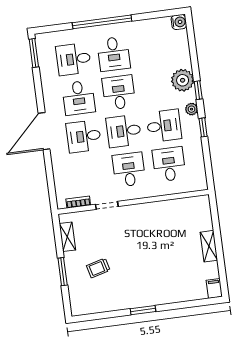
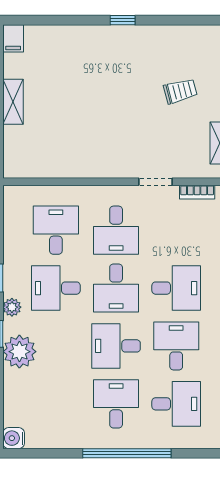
desk: (119, 92) -> (116, 346), turned 90
desk: (124, 131) -> (116, 288), turned 90
desk: (169, 164) -> (56, 230), turned 180
window: (143, 310) -> (123, 20), width x0.67

